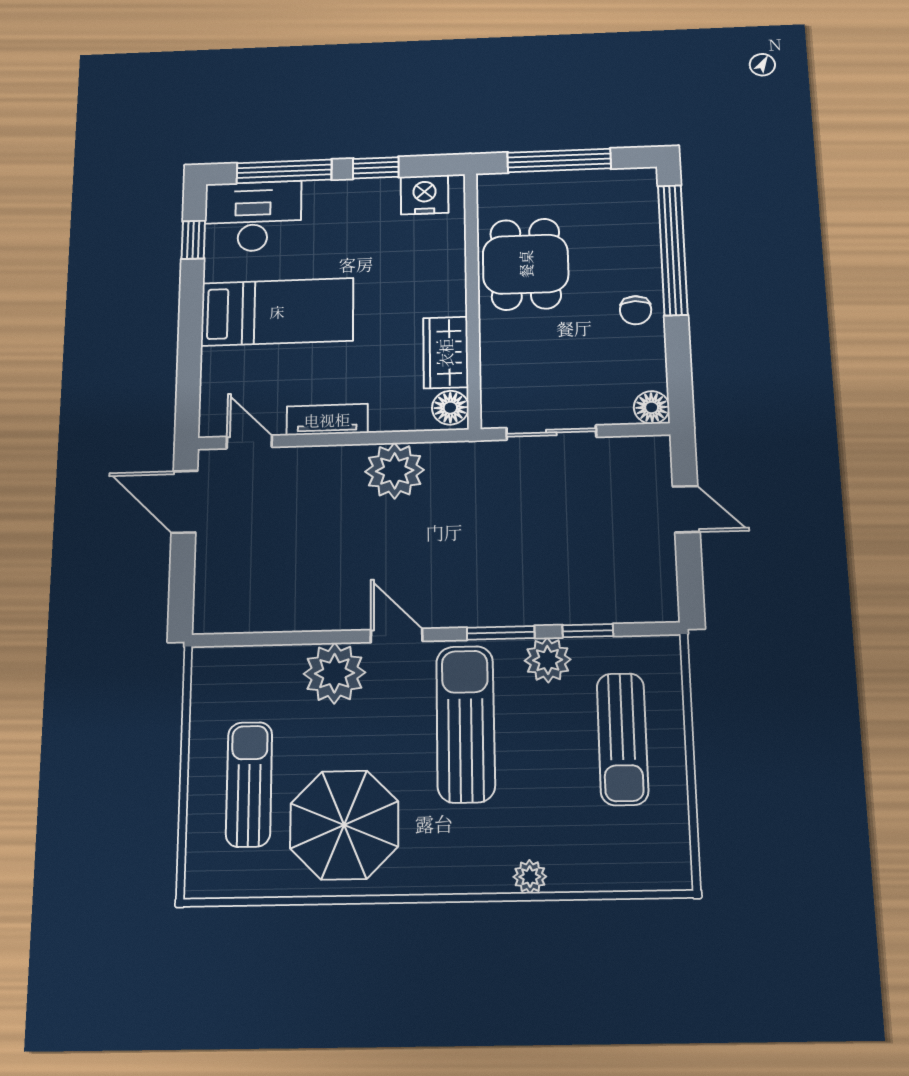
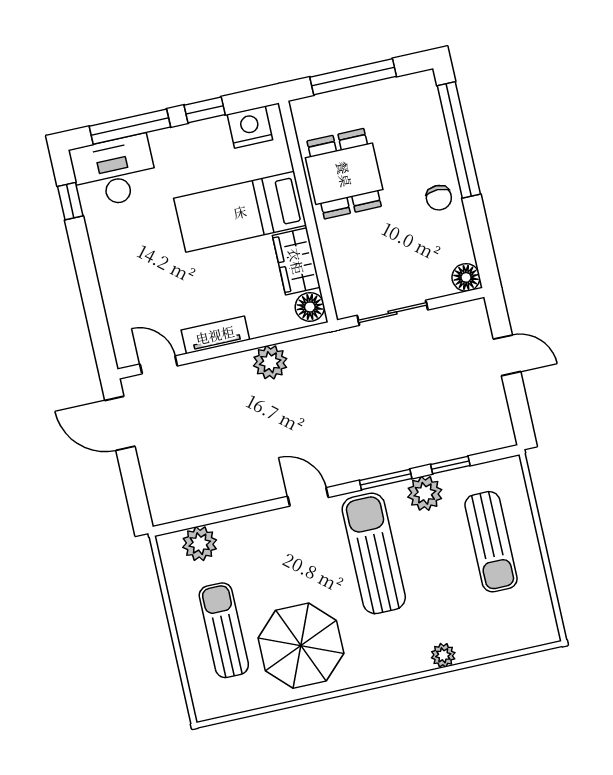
bed: (277, 312) -> (240, 212), moved, turned 180
plant: (395, 471) -> (270, 362), width x0.73, depth x0.73
plant: (334, 673) -> (200, 544), moved, width x0.73, depth x0.73

